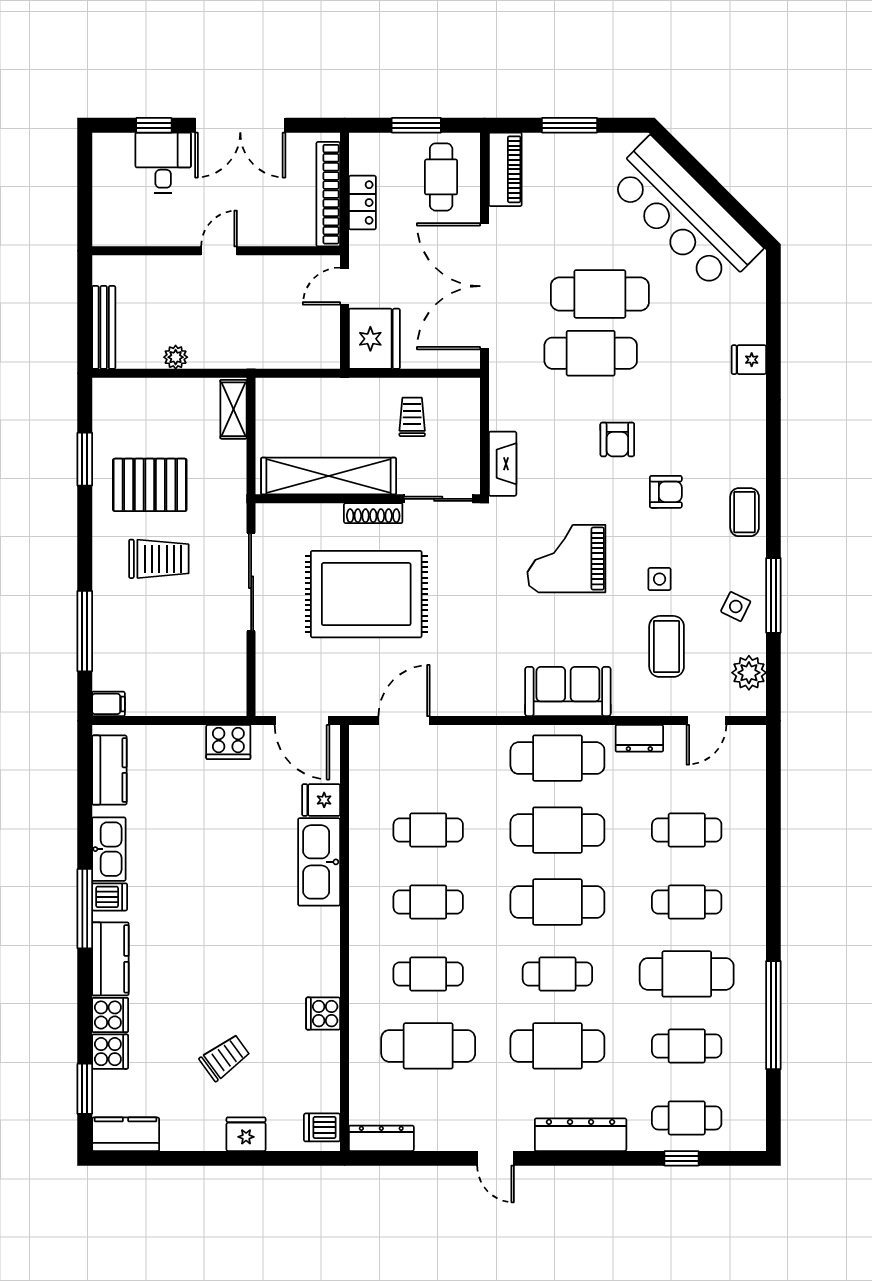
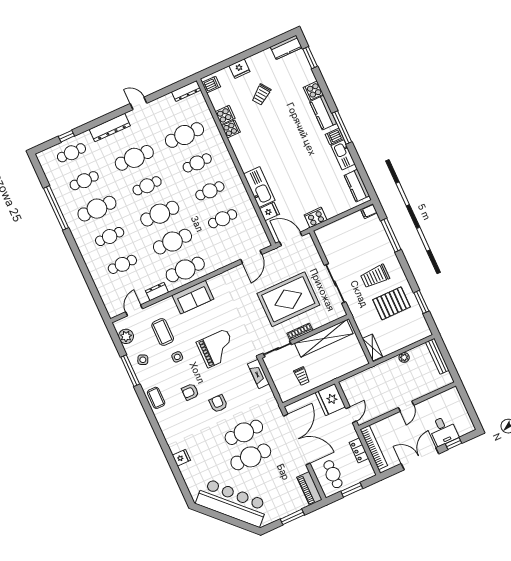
cooker: (110, 1052) -> (225, 115), moved, turned 180

